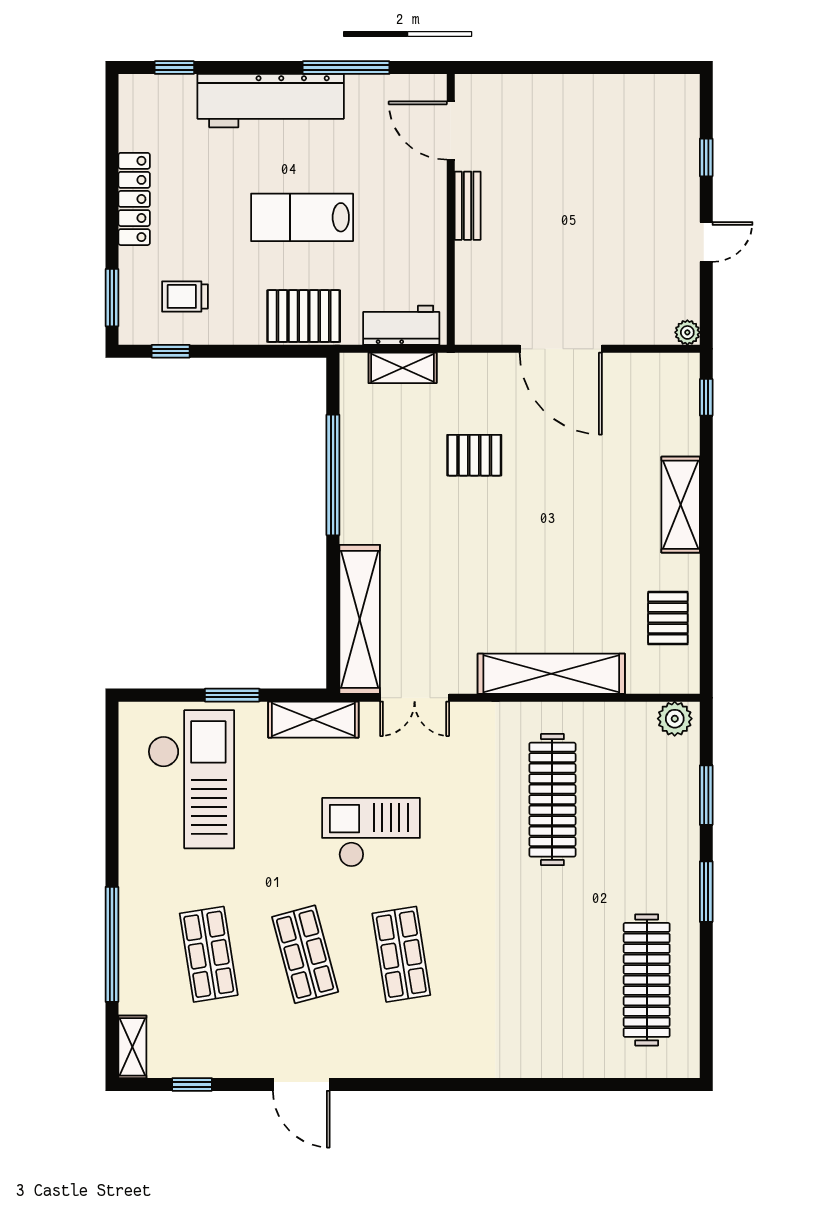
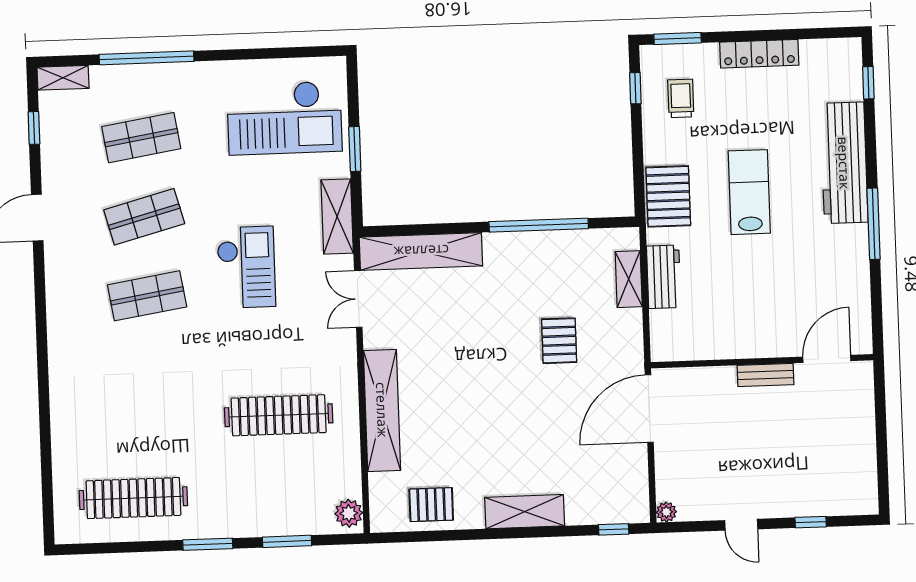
door: (451, 131) -> (827, 359), moved
bench: (468, 206) -> (766, 375), moved
wall: (451, 209) -> (762, 361), moved

